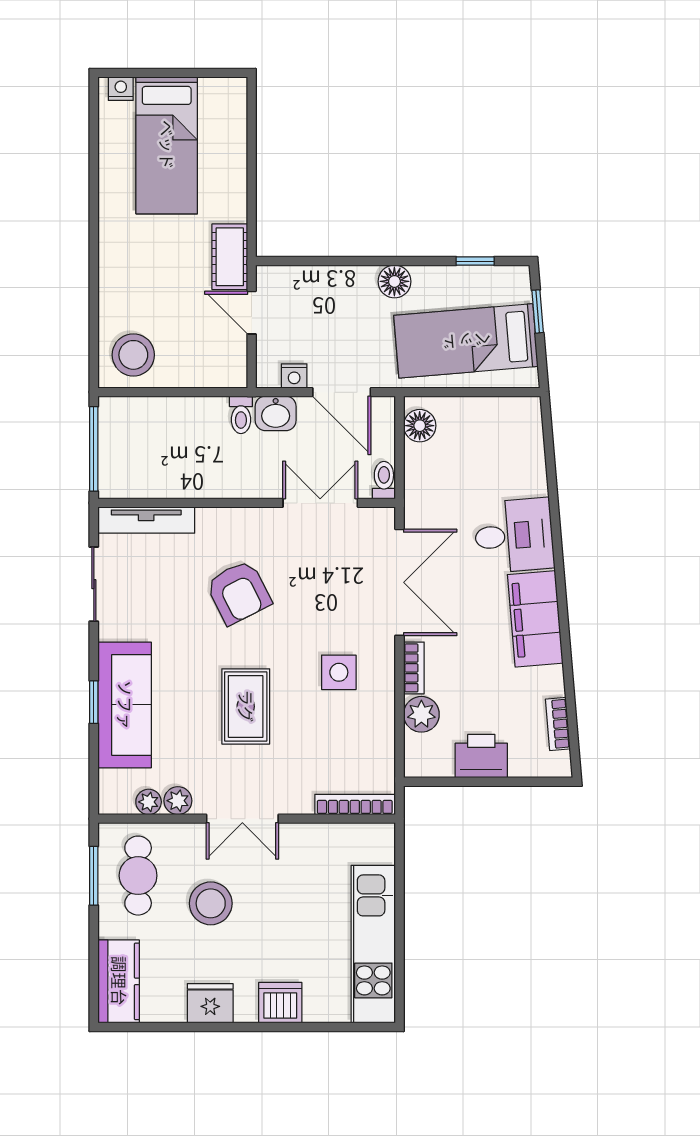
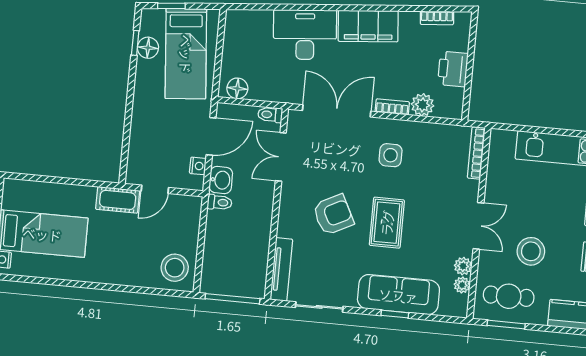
floor lamp: (394, 281) -> (148, 48), moved
desk: (514, 536) -> (305, 35), width x1.37
rug: (246, 706) -> (387, 223), moved, turned 90

